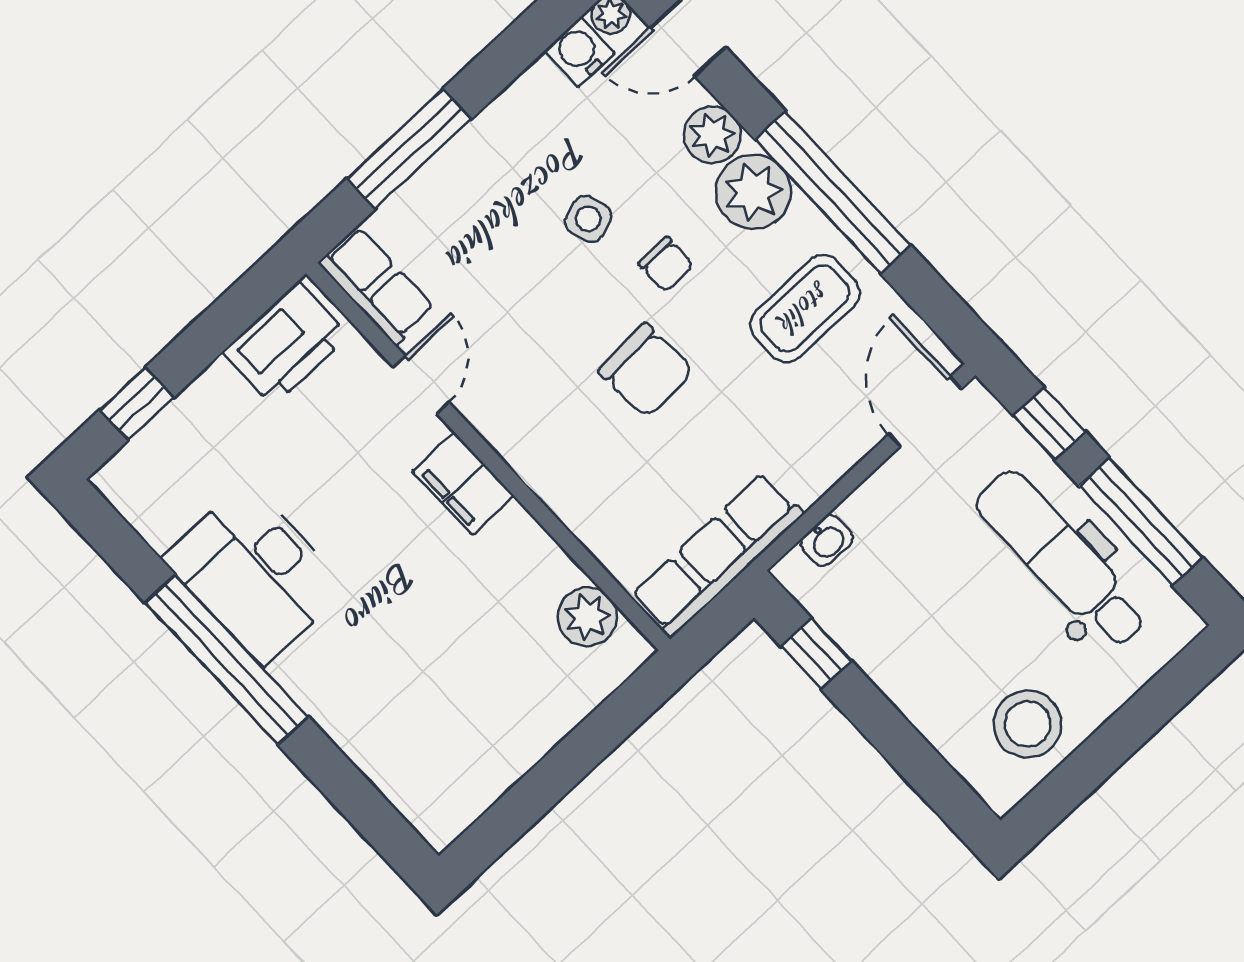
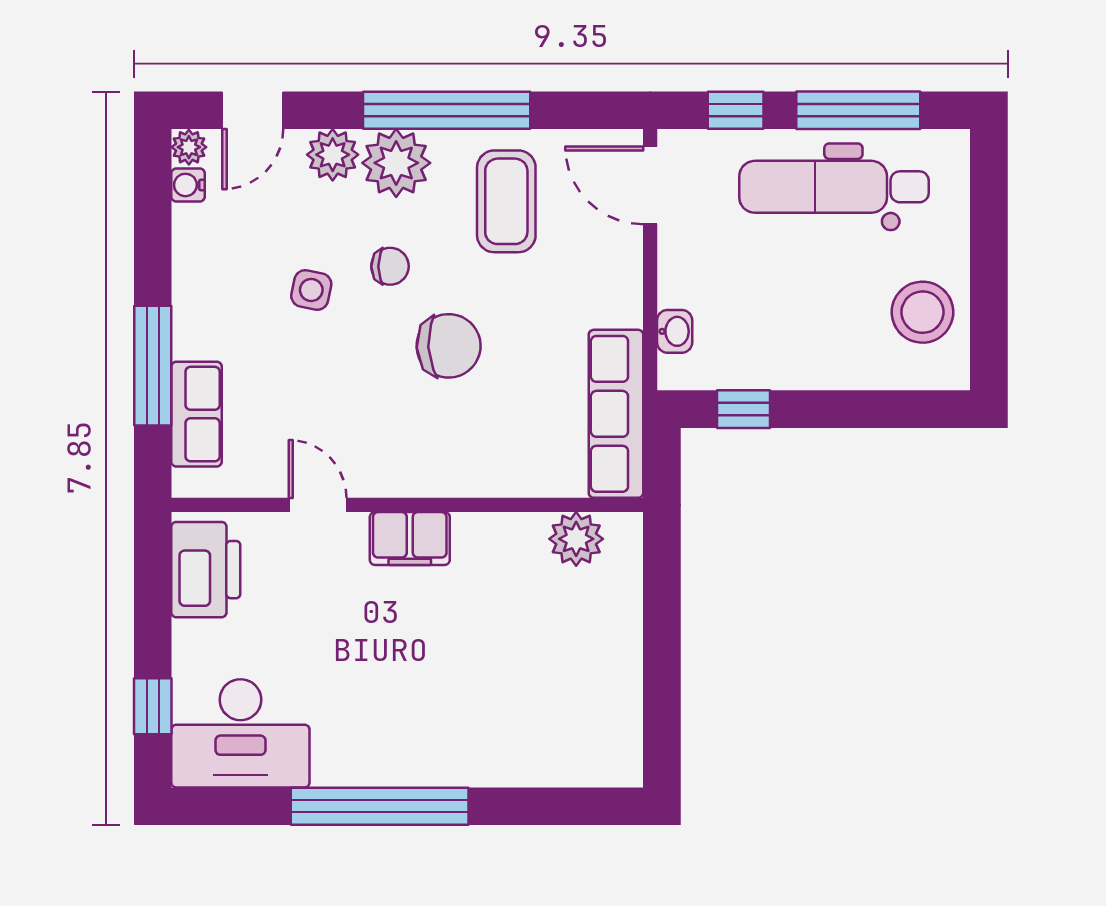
water cooler: (580, 52) -> (188, 185), width x0.72, depth x0.72
side table: (588, 219) -> (311, 290), turned 30
row of seats: (377, 286) -> (197, 414), moved, turned 90
desk: (255, 573) -> (240, 733), moved

